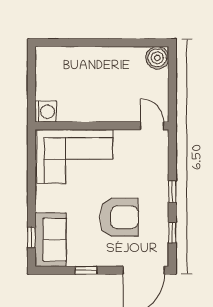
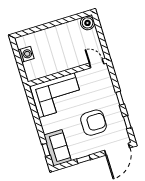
washing machine: (46, 112) -> (26, 54), moved

